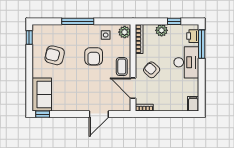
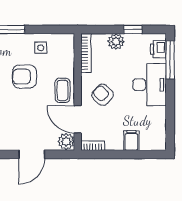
plant: (125, 32) -> (66, 141), moved
armchair: (94, 56) -> (25, 77), turned 90
filing cabinet: (193, 104) -> (131, 141), moved

